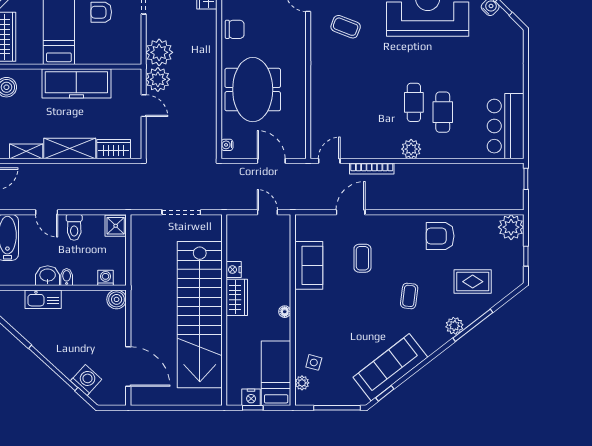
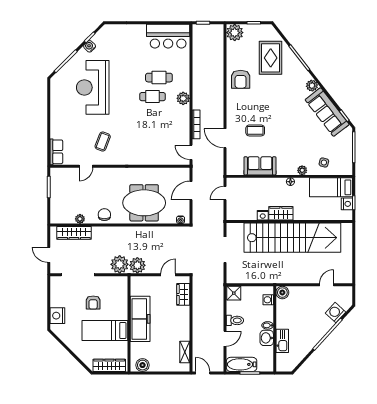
door: (144, 106) -> (168, 275), moved
shelving: (70, 148) -> (183, 323), removed
rug: (473, 282) -> (271, 58), width x1.36, depth x1.43
coffee table: (409, 296) -> (280, 100), removed
plant: (454, 326) -> (312, 86), moved
door: (128, 367) -> (327, 285), width x0.53
plant: (302, 383) -> (302, 170), moved

